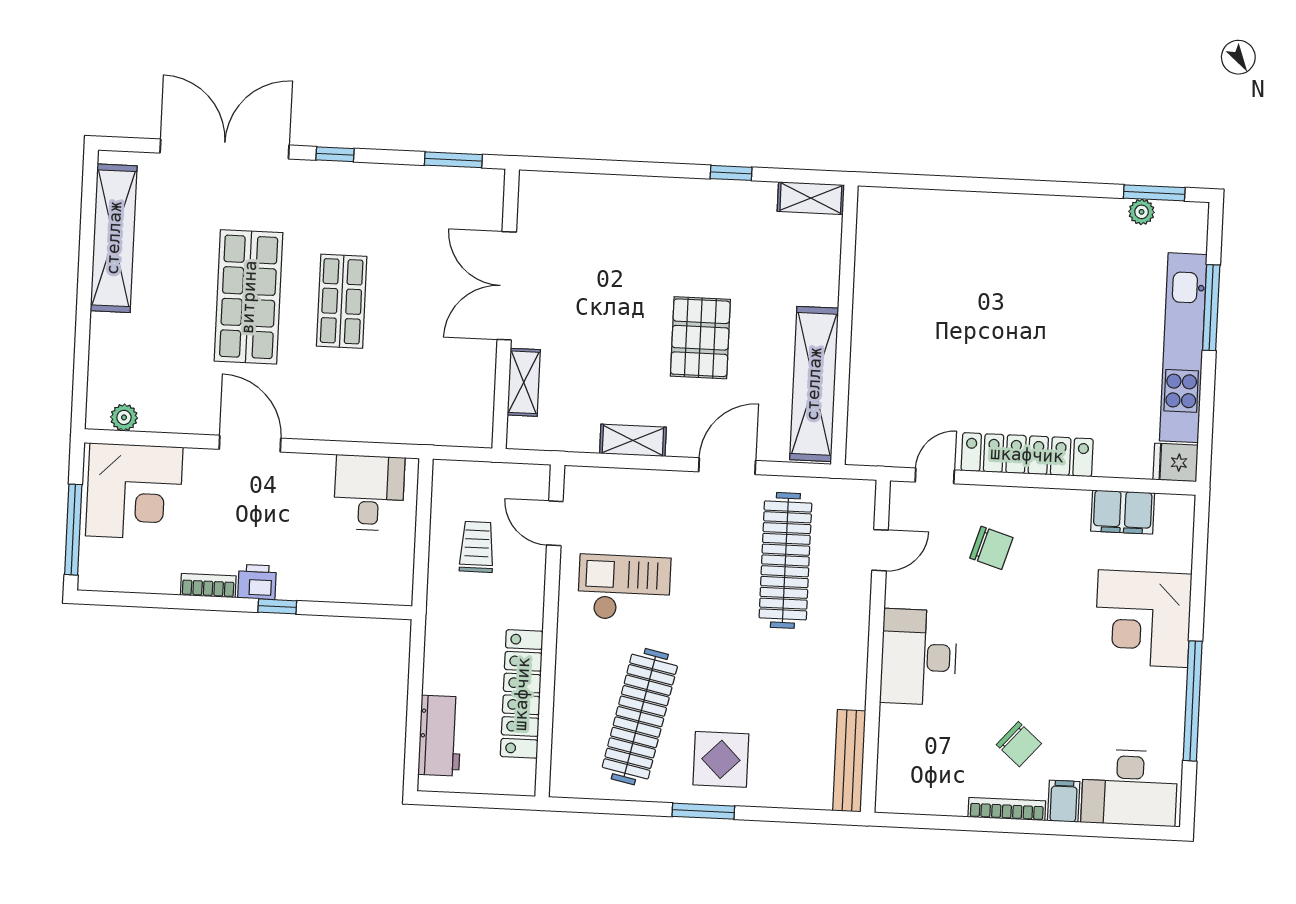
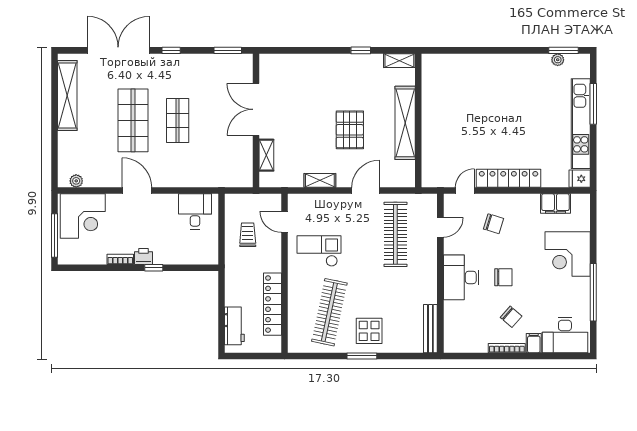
shelving: (814, 384) -> (405, 123), moved
chair: (1007, 661) -> (503, 277), added

